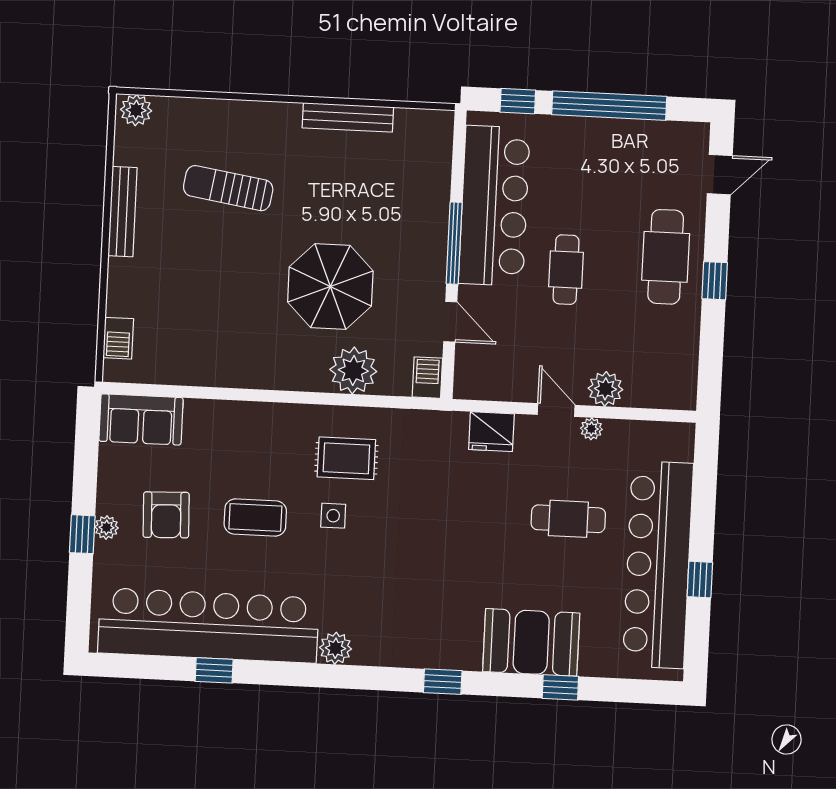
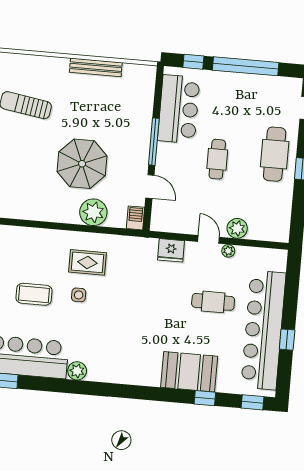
bar counter: (494, 206) -> (179, 109), width x0.73
window: (443, 682) -> (253, 402), moved

